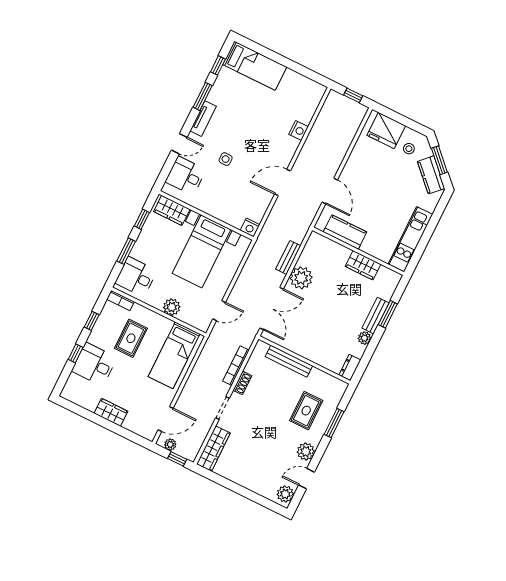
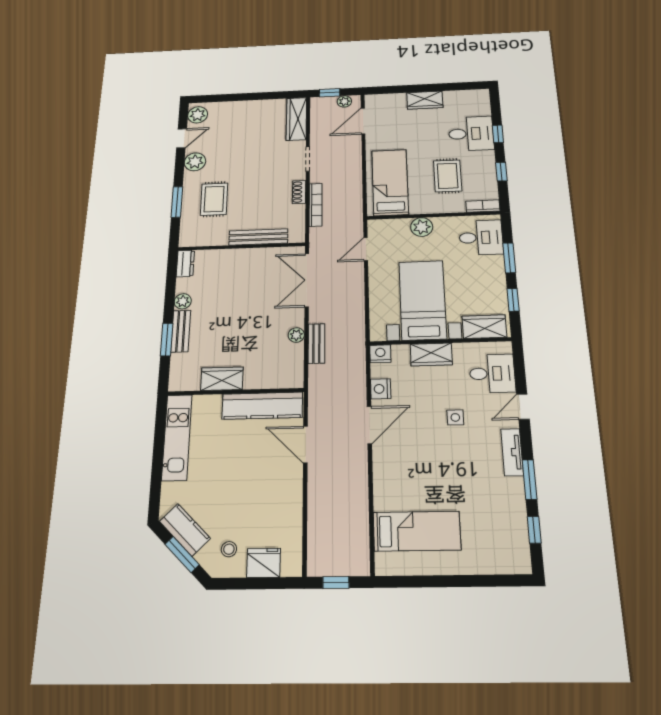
bed: (255, 66) -> (417, 531), moved, turned 180
nightstand: (299, 130) -> (381, 389), moved
fridge: (386, 130) -> (264, 563), width x0.73, depth x0.75
wardrobe: (217, 209) -> (431, 354), added
kitchen counter: (345, 232) -> (262, 406), width x1.50
plant: (301, 278) -> (296, 335), width x0.53, depth x0.53

